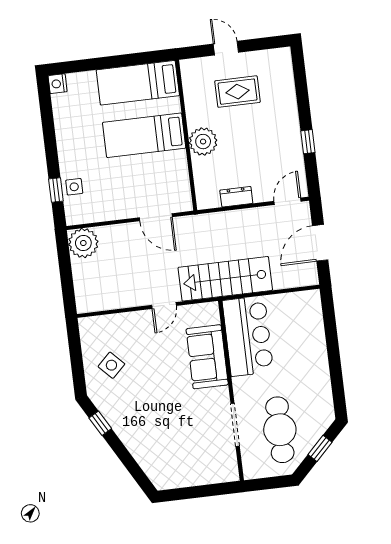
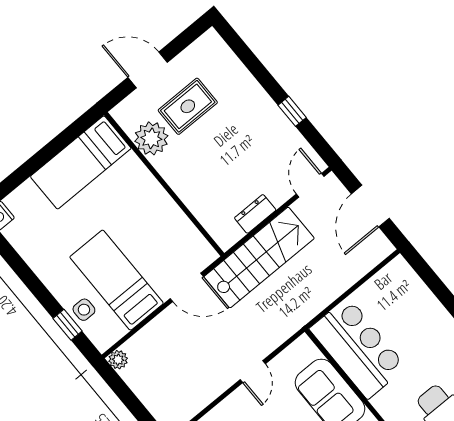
door: (226, 48) -> (148, 70), width x1.38
bed: (144, 135) -> (117, 280), moved, turned 90
plant: (203, 142) -> (151, 138), moved
plant: (83, 243) -> (118, 360), width x0.53, depth x0.53
stairs: (225, 279) -> (259, 257), moved, turned 180

